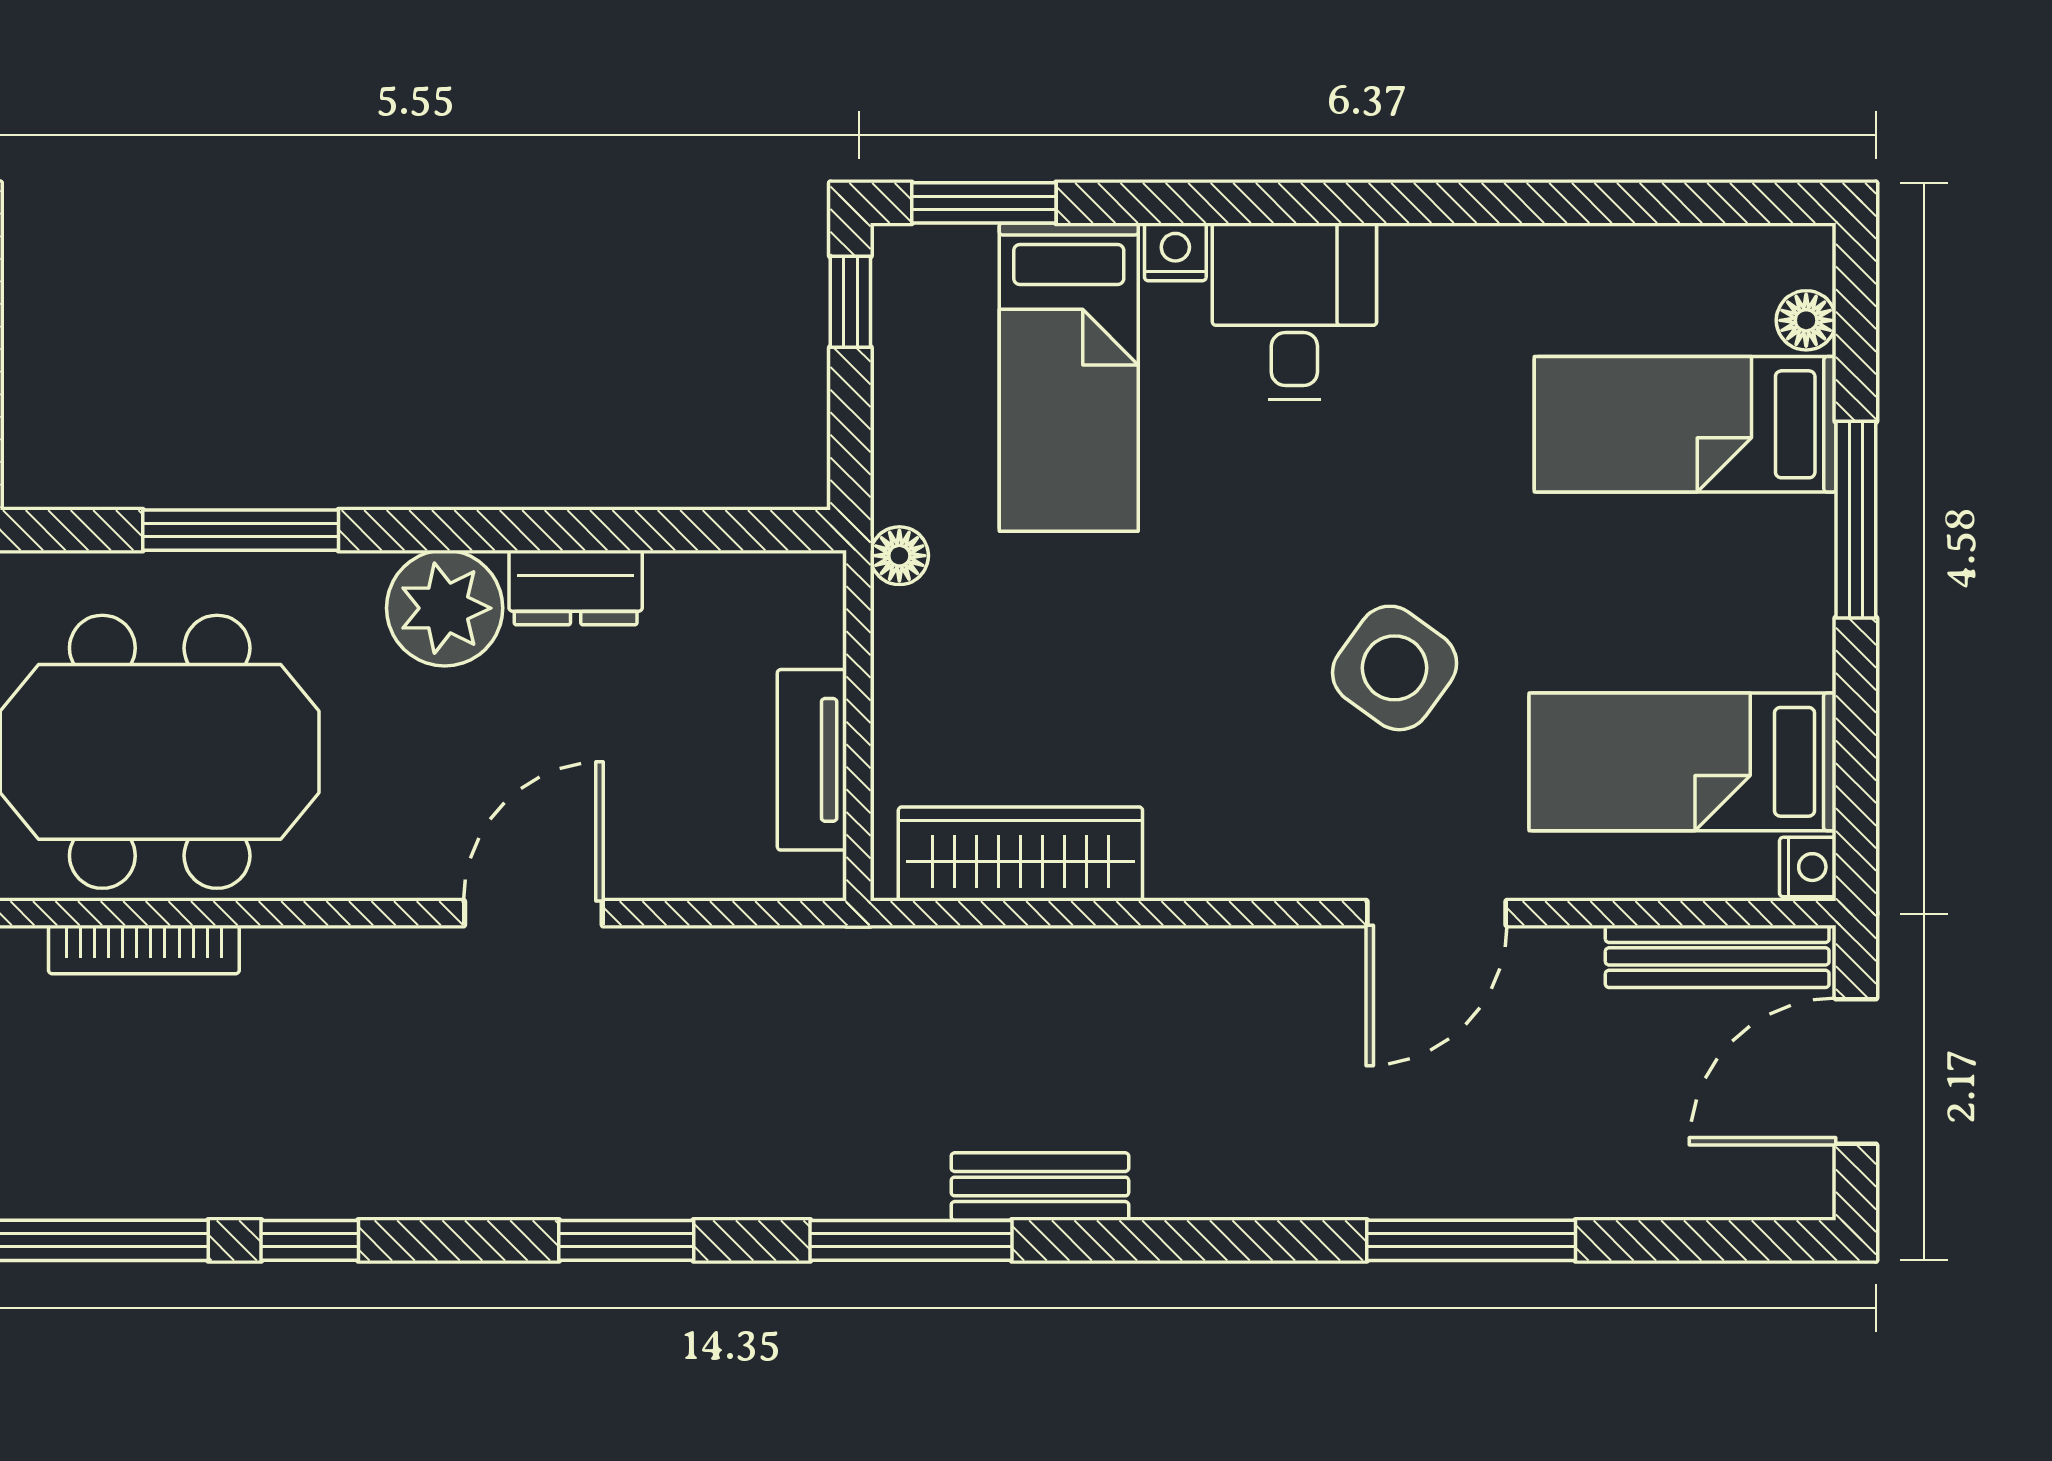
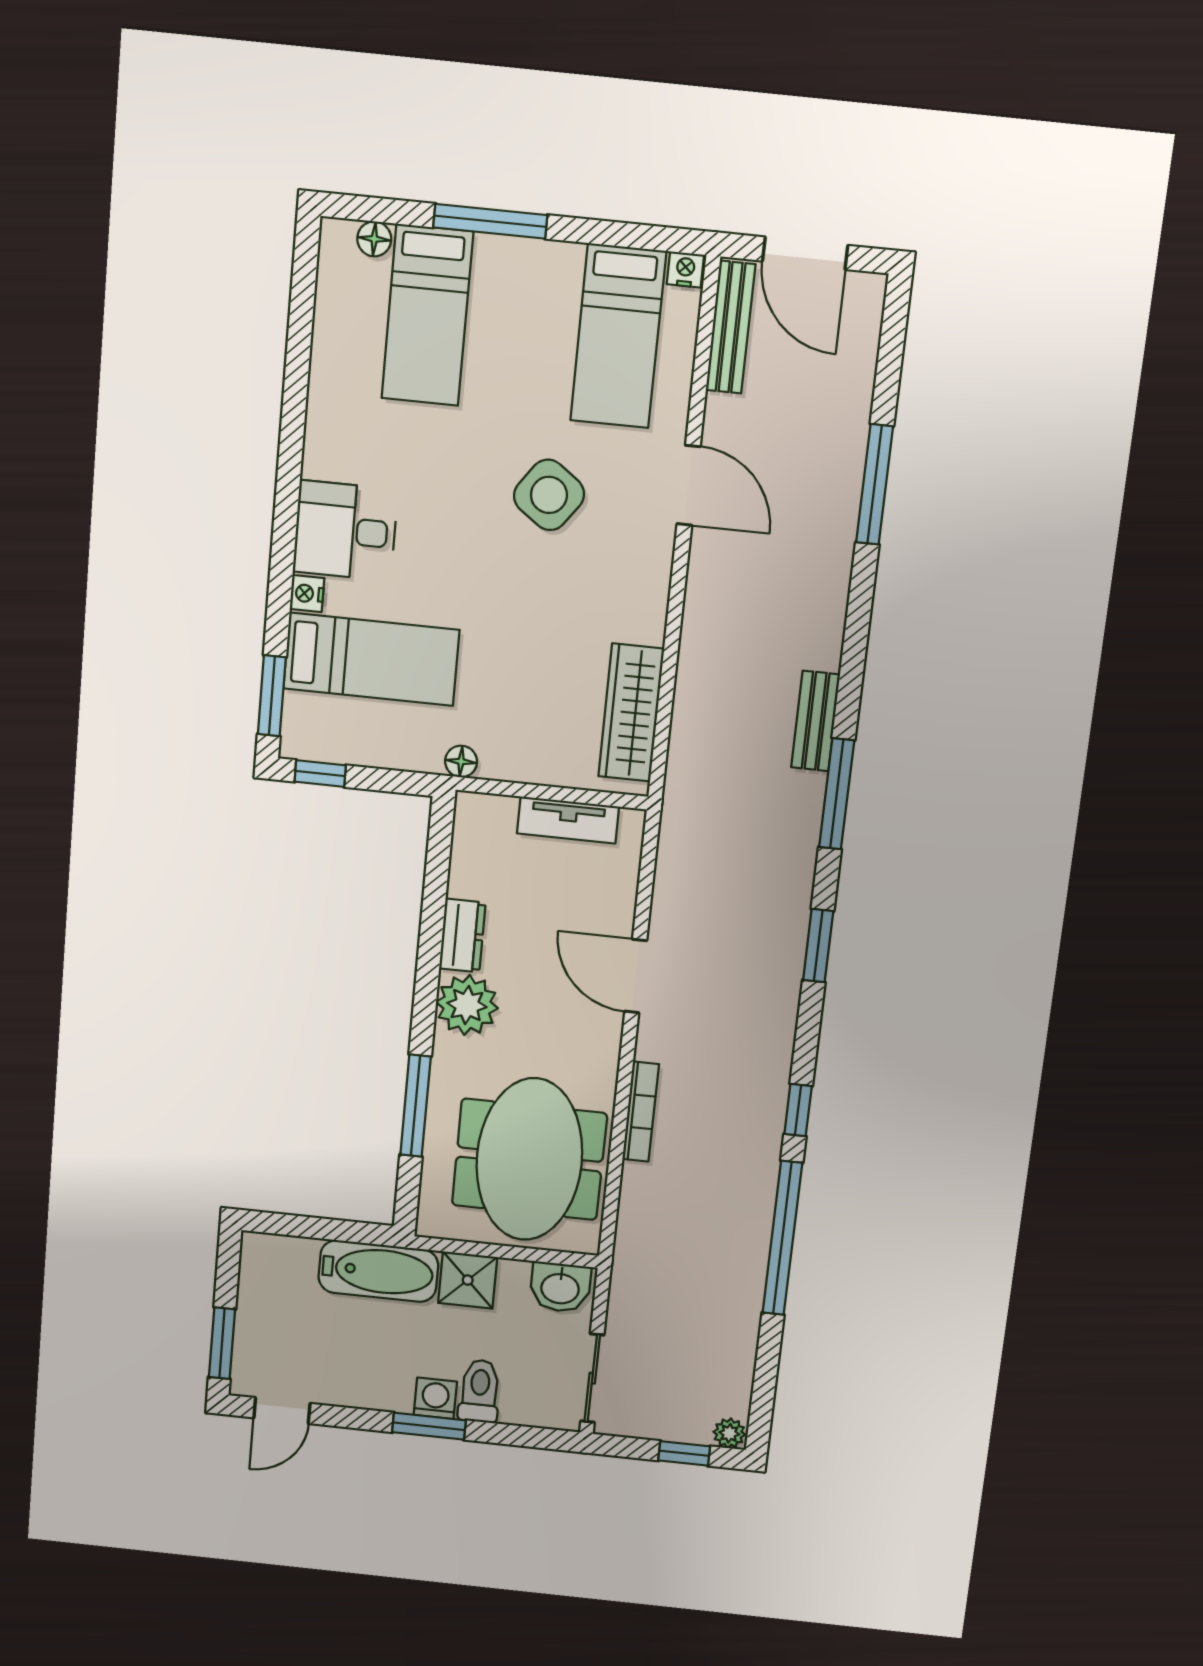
bookcase: (144, 949) -> (641, 1112), moved

